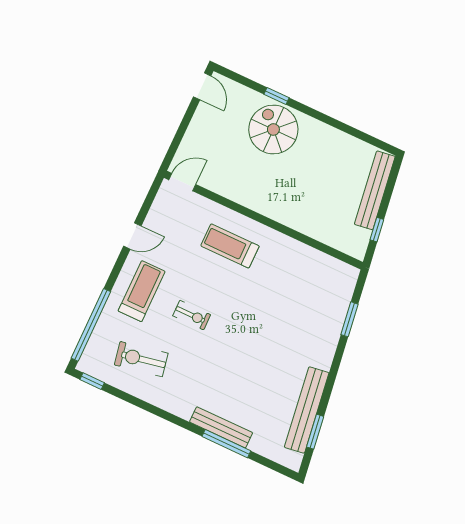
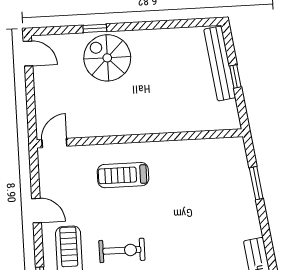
window: (377, 230) -> (235, 76), moved
door: (132, 236) -> (37, 211), hinge flipped
exercise bike: (192, 315) -> (122, 250), width x1.38, depth x1.39

